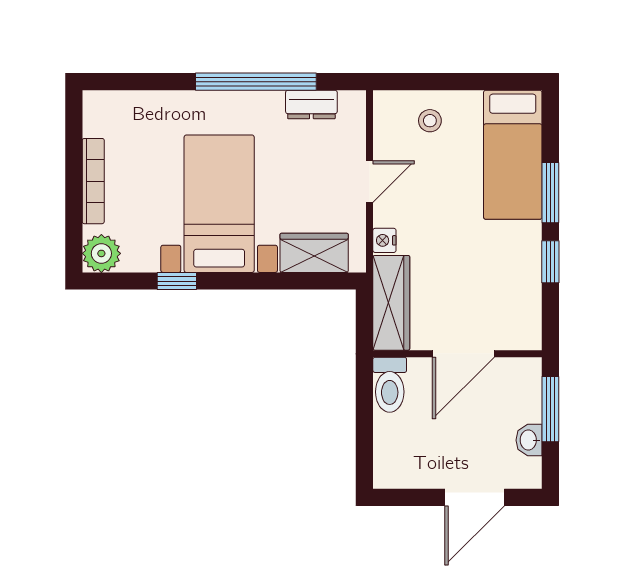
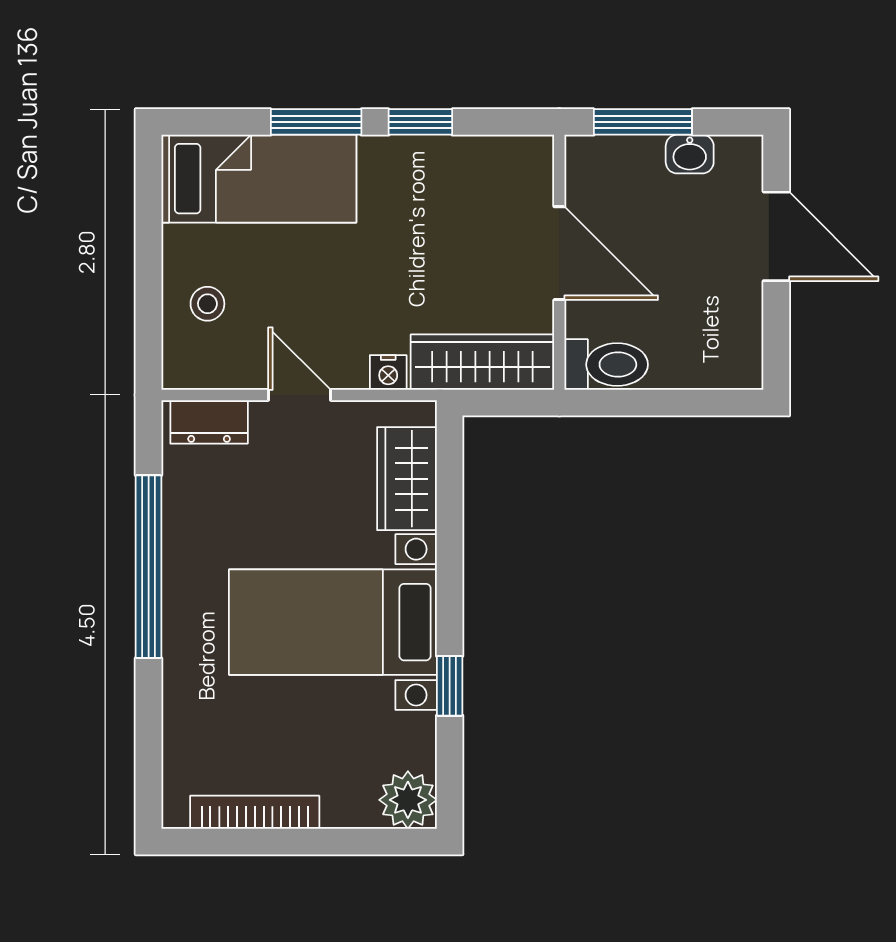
dresser: (311, 105) -> (209, 422), moved, turned 90
bookcase: (93, 181) -> (255, 812), moved

